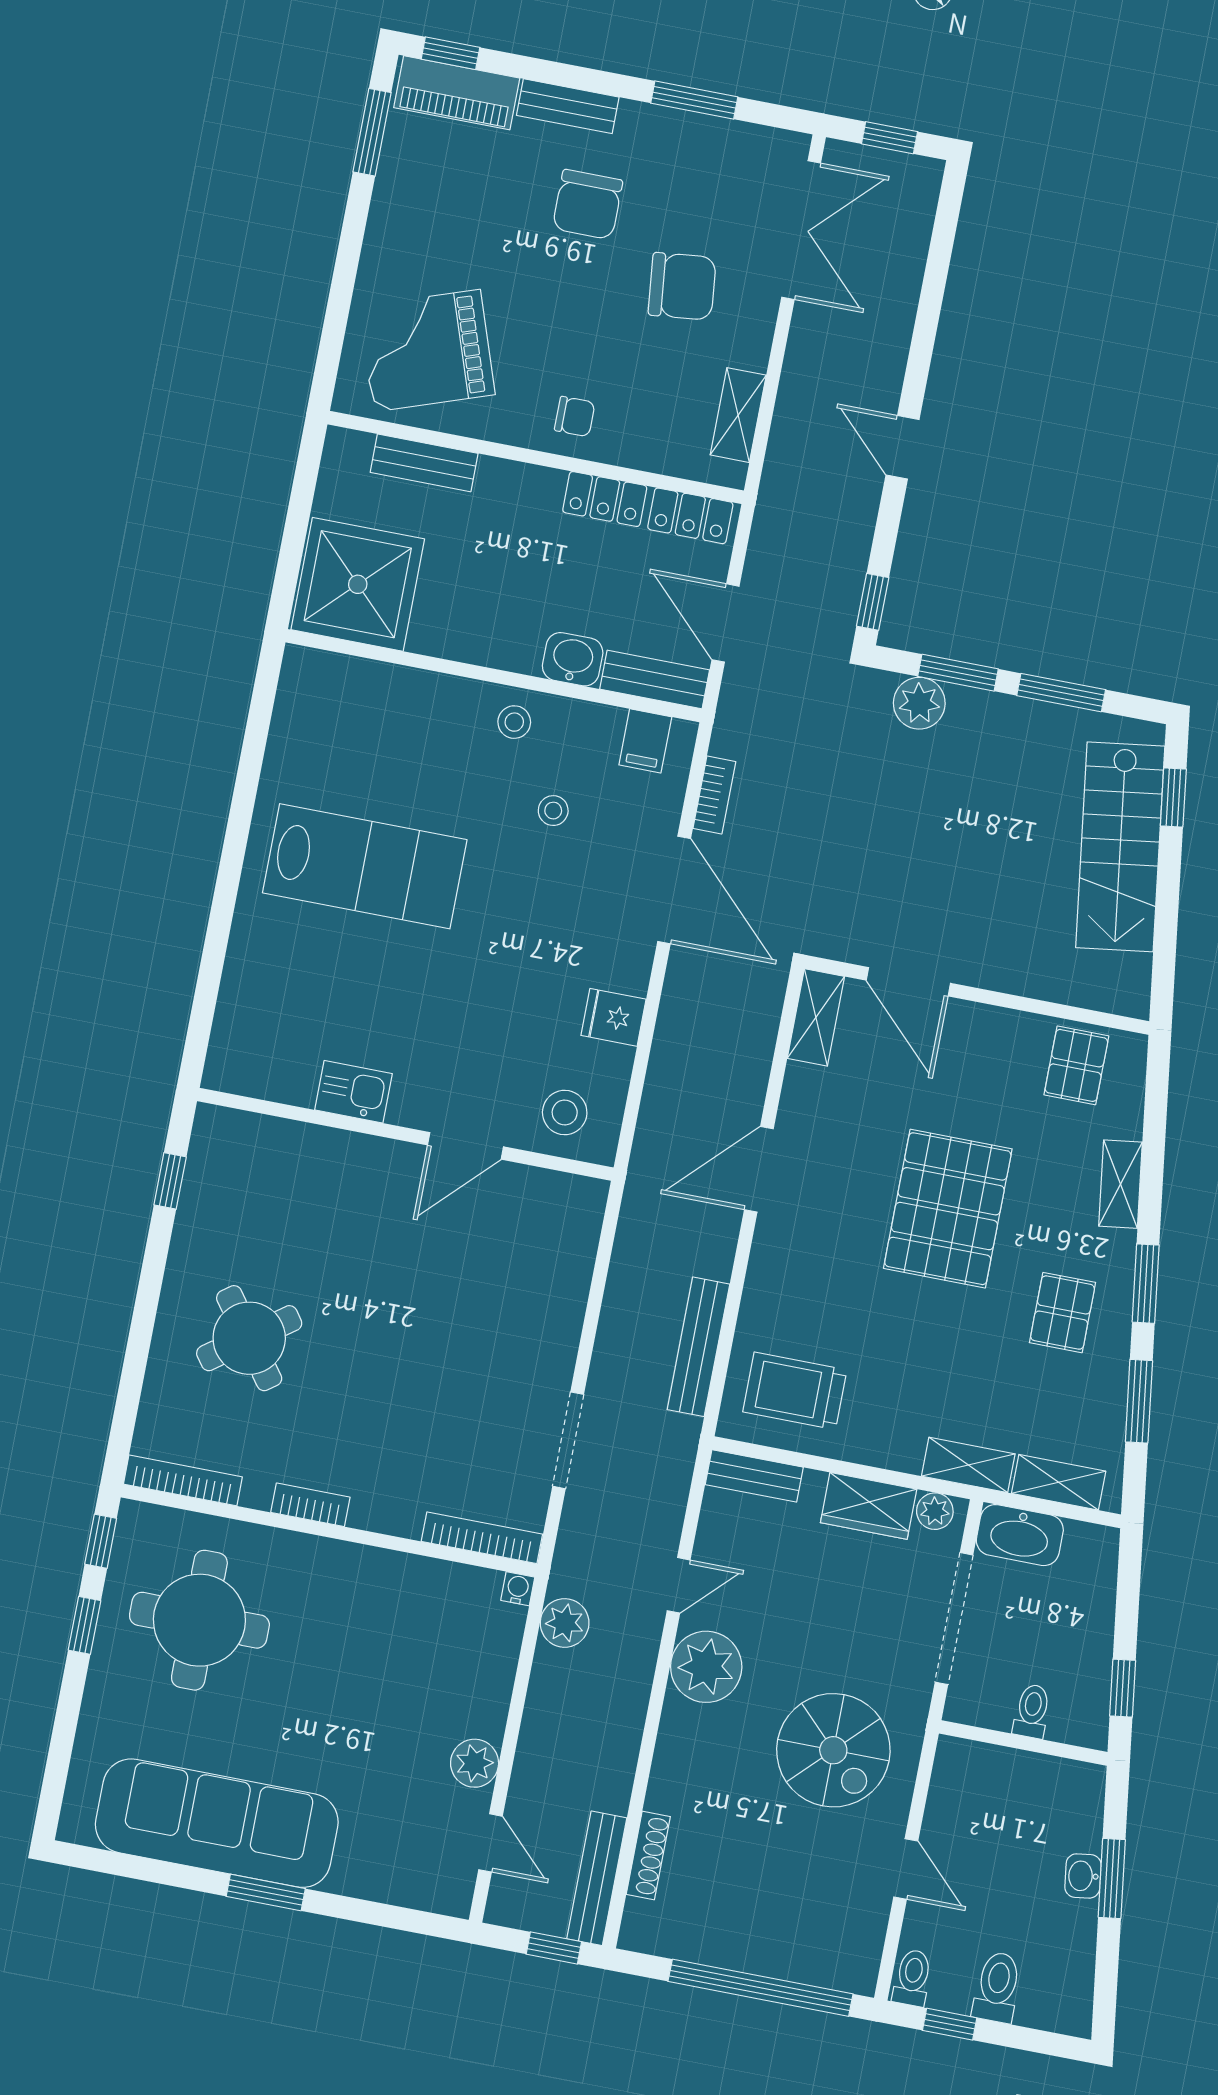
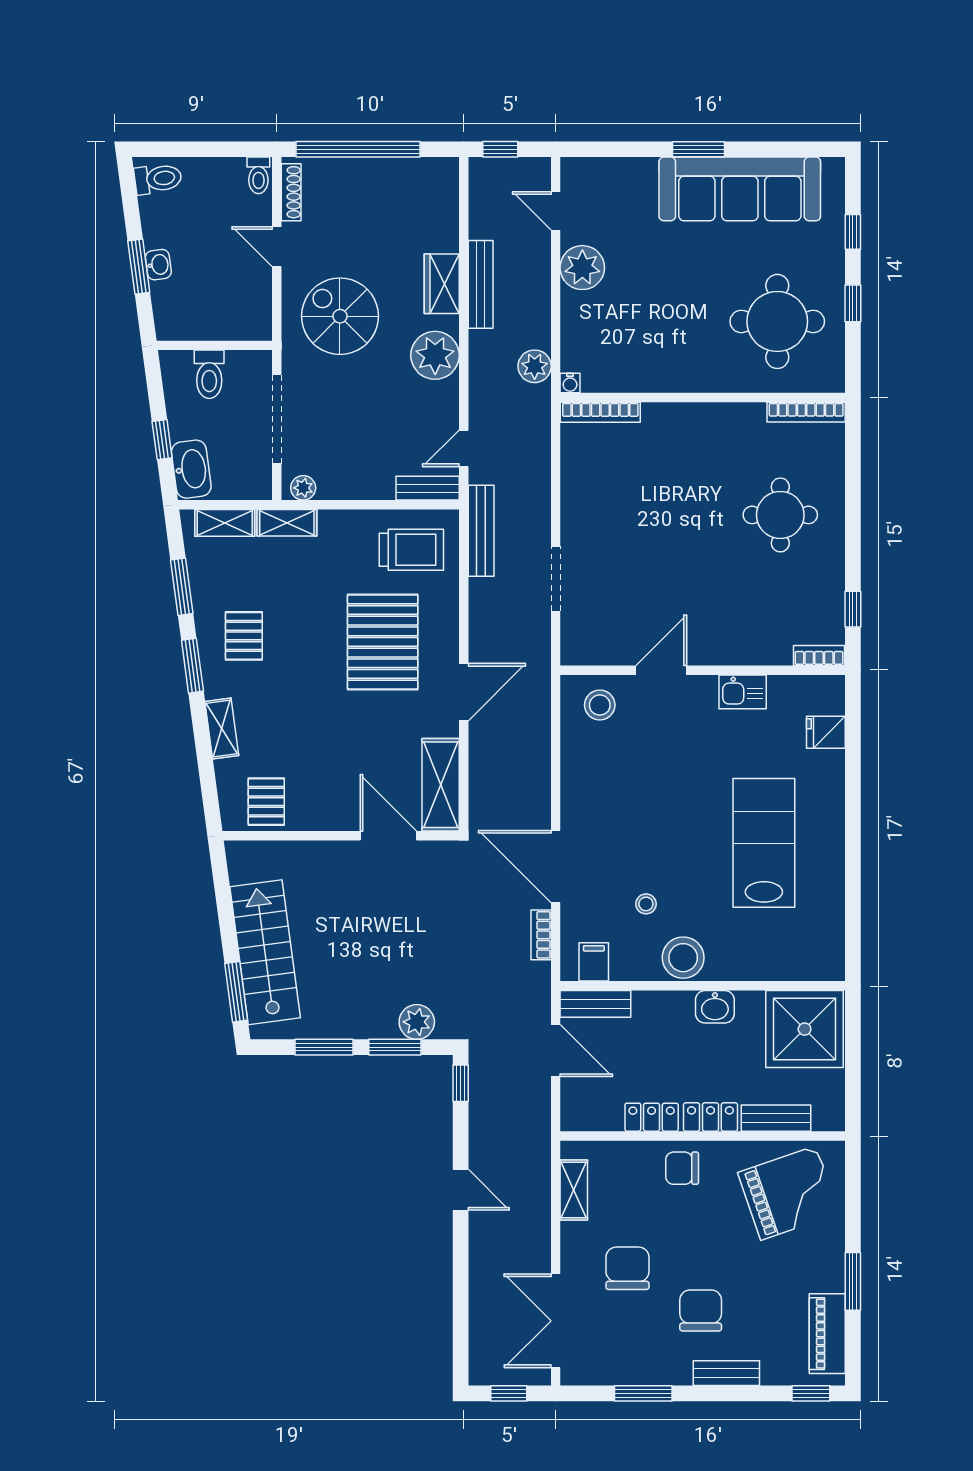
piano: (457, 93) -> (827, 1334), moved, turned -90
window: (372, 132) -> (853, 1281), moved
chair: (682, 286) -> (627, 1268), turned 96
chair: (575, 416) -> (682, 1168), width x1.37, depth x1.37
locker: (690, 516) -> (710, 1117), moved
washbasin: (573, 659) -> (715, 1007), moved
stool: (514, 722) -> (683, 958), width x1.89, depth x1.89
window: (1173, 797) -> (236, 992), width x1.50
lab bench: (365, 866) -> (764, 843), turned 90
fridge: (613, 1017) -> (826, 732), moved, turned 180
shelving: (816, 1017) -> (441, 785), width x1.50, depth x1.33
pallet: (948, 1209) -> (383, 642), moved
round table: (249, 1338) -> (780, 515), turned 36
bench: (698, 1347) -> (481, 531), moved
doorway: (568, 1440) -> (556, 579), moved
bookcase: (310, 1505) -> (819, 655), moved, turned 180
wardrobe: (869, 1506) -> (442, 284), moved, turned -90
washbasin: (1020, 1535) -> (191, 469), moved, turned 82
window: (101, 1541) -> (853, 232), moved
door: (679, 1585) -> (464, 448), moved
window: (1123, 1688) -> (162, 440), moved
toilet: (1032, 1711) -> (209, 374), width x1.37, depth x1.39
plant: (475, 1763) -> (582, 268), width x1.36, depth x1.36
shoe rack: (648, 1855) -> (291, 192), moved, turned 180
bench: (597, 1878) -> (481, 284), moved
toilet: (997, 1987) -> (158, 179), moved, turned -98
window: (950, 2024) -> (228, 149), removed

